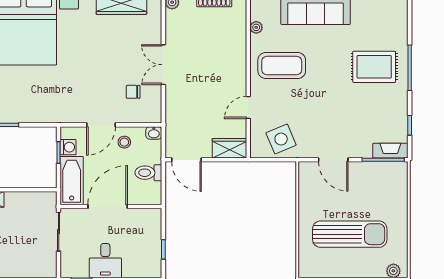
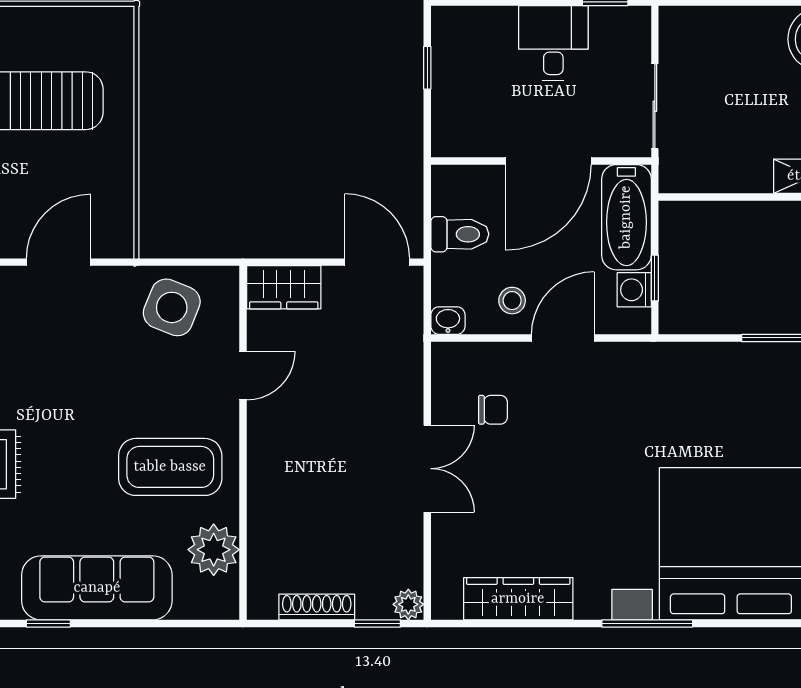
plant: (256, 27) -> (214, 550), width x1.88, depth x1.88
side table: (281, 139) -> (172, 307), turned 45
door: (333, 160) -> (58, 262), hinge flipped

